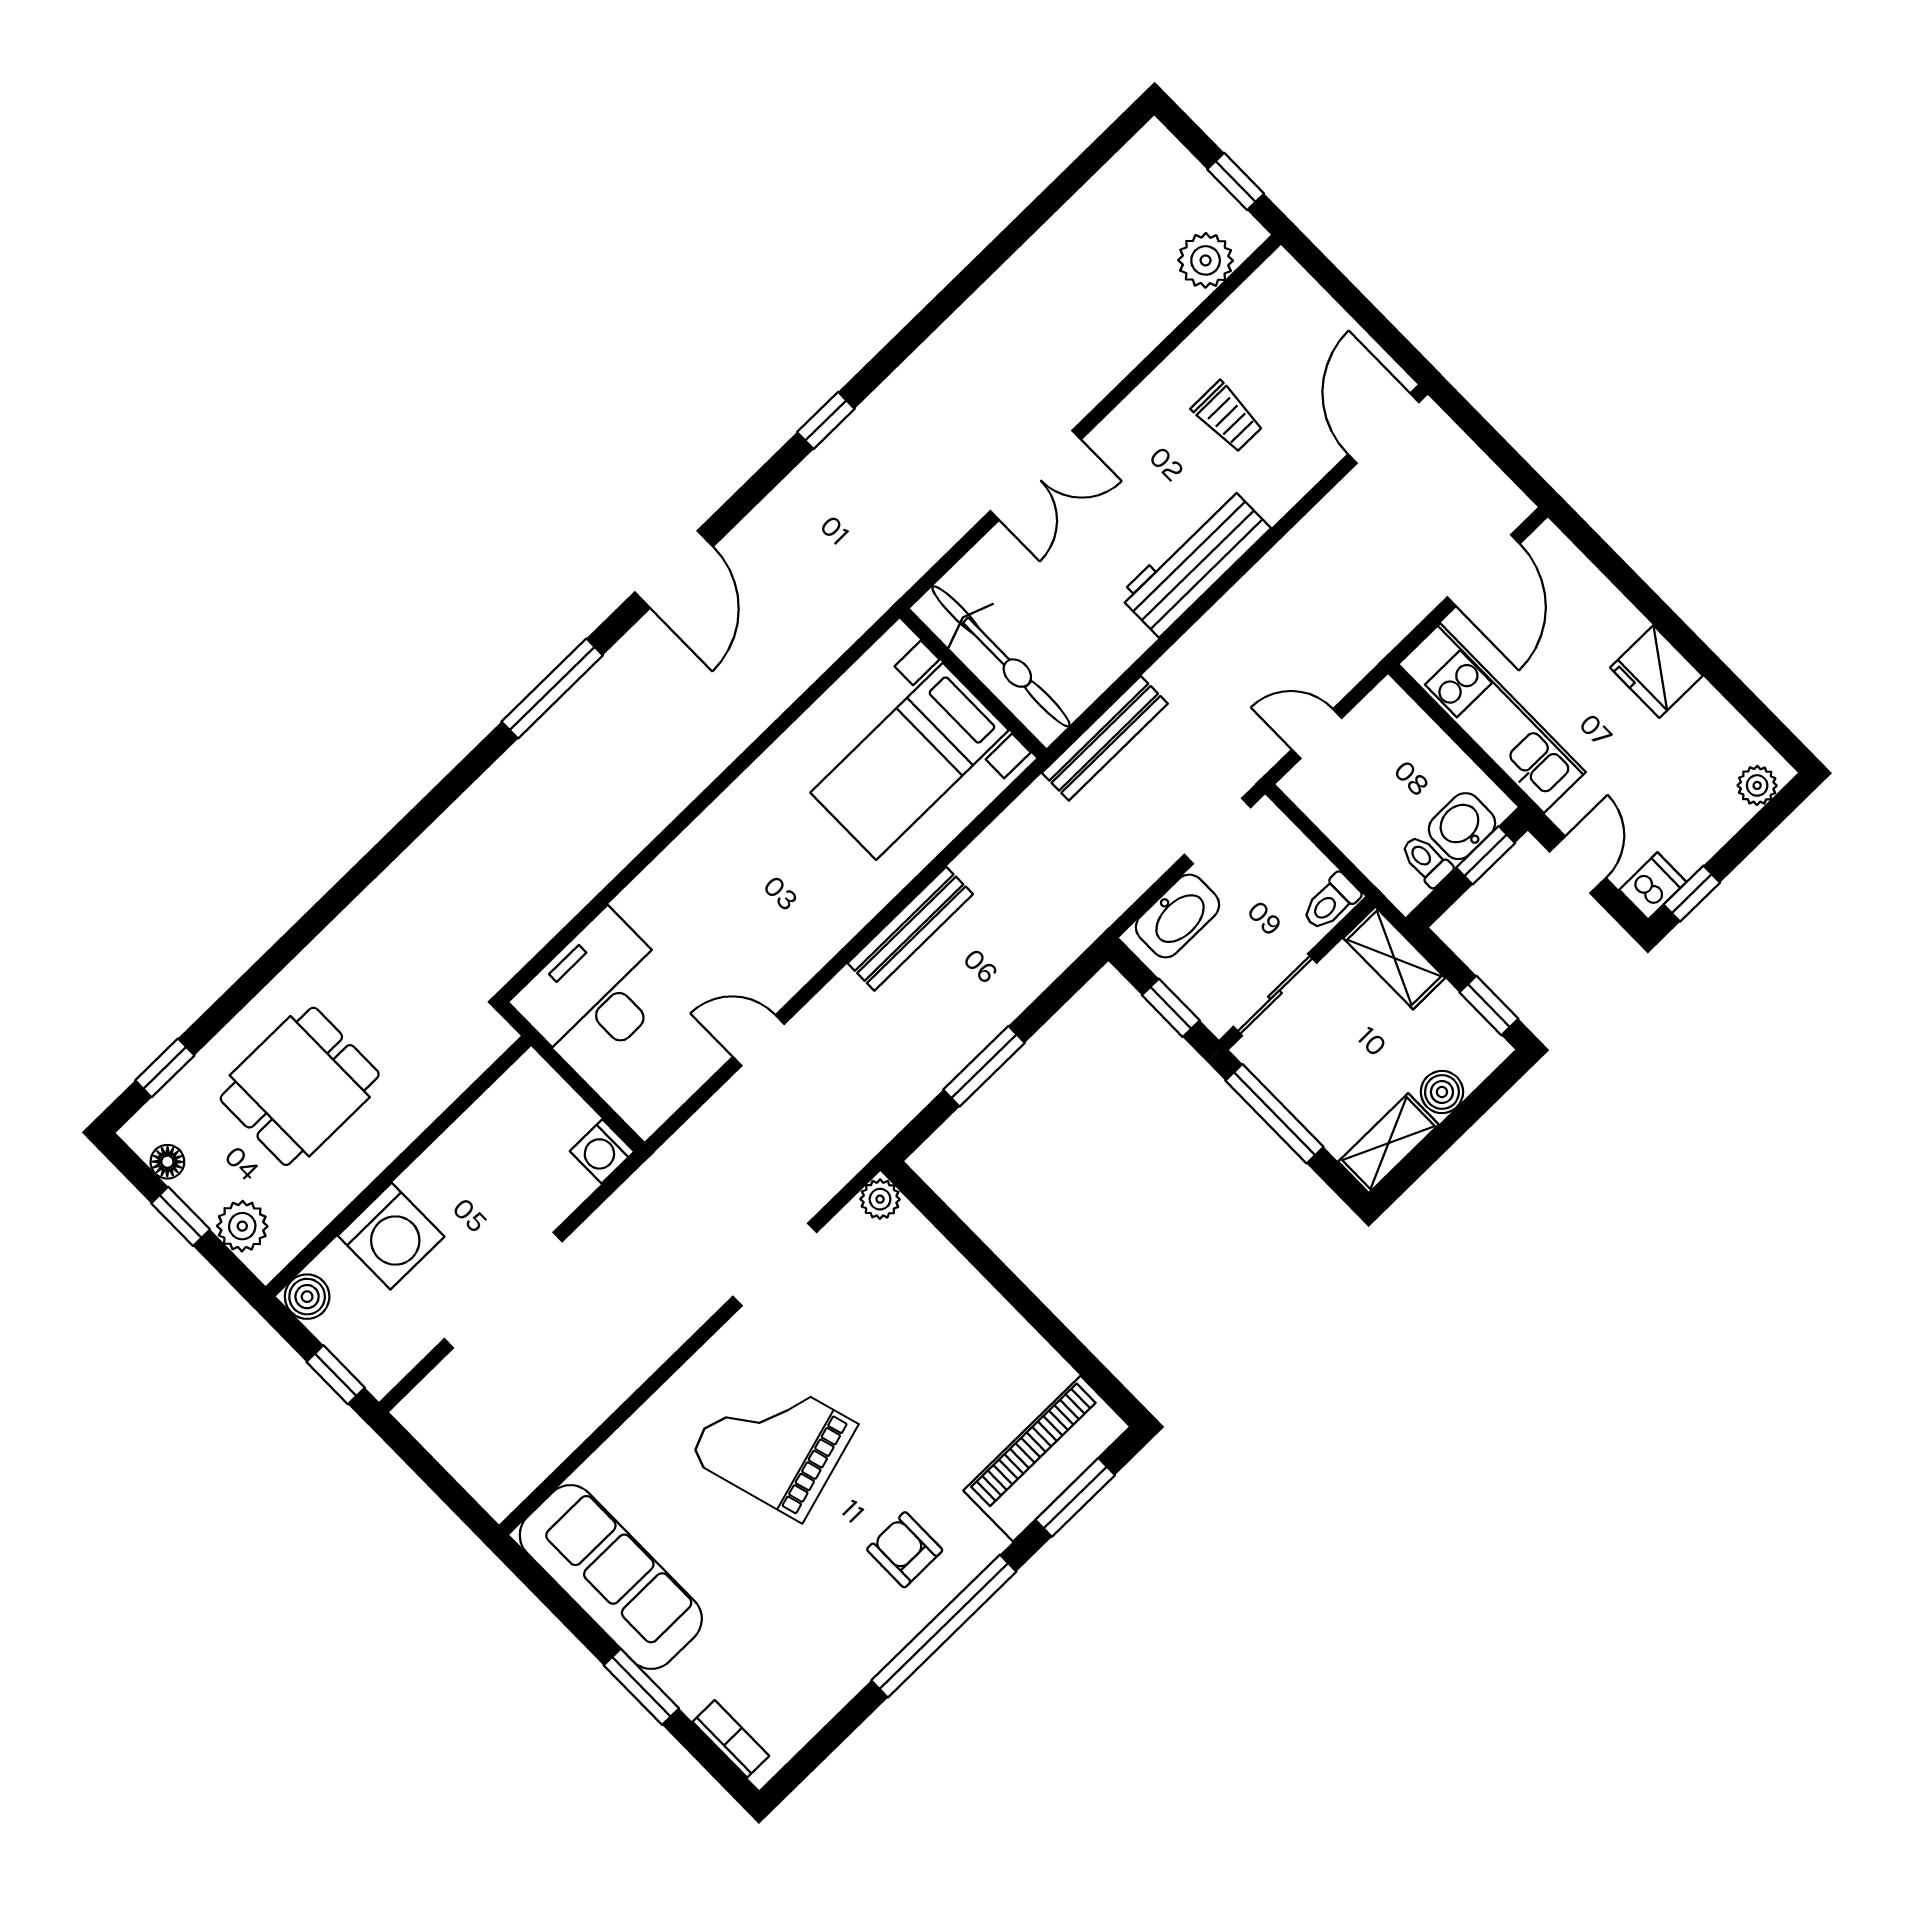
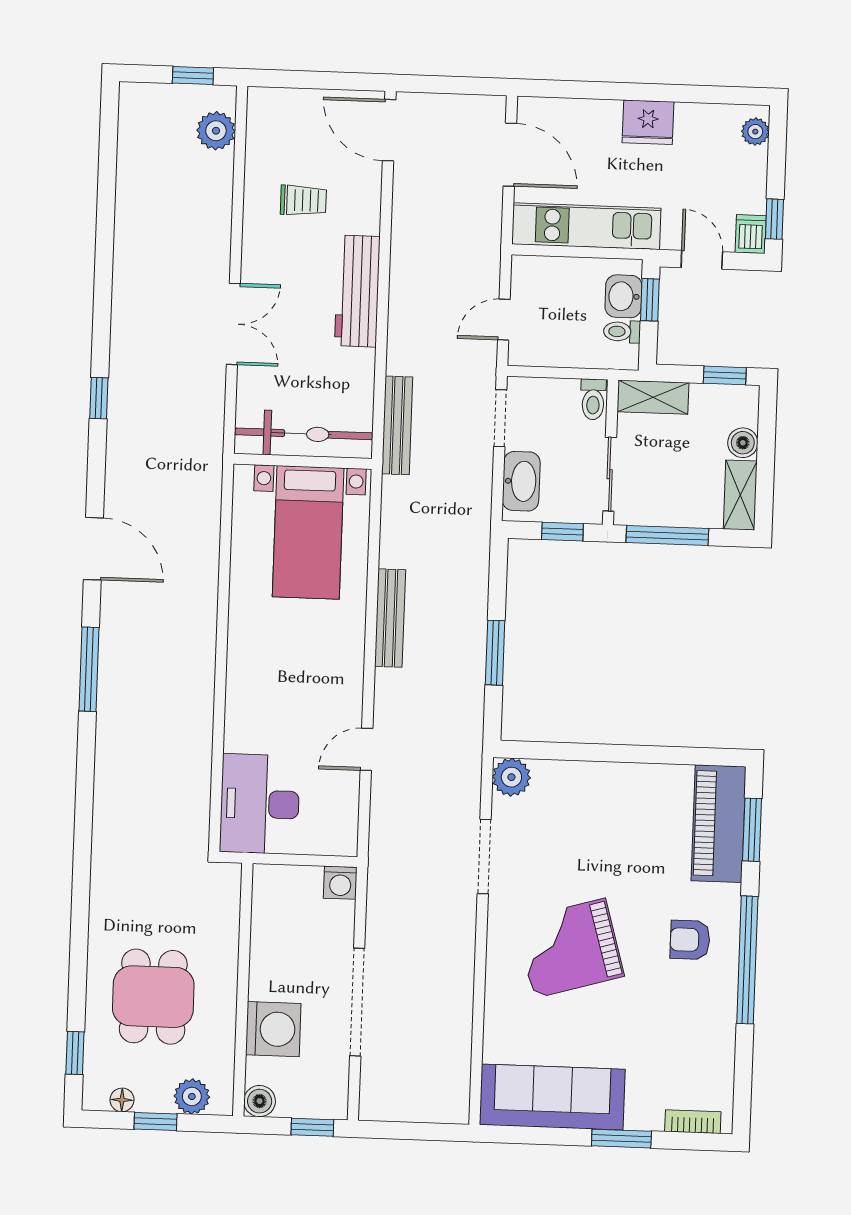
plant: (880, 1199) -> (511, 777), width x1.38, depth x1.38

